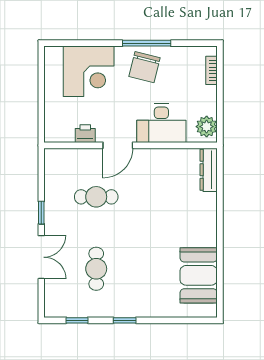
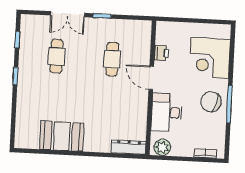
cafe table: (96, 269) -> (57, 56), turned 90
booth: (199, 275) -> (62, 136), moved

